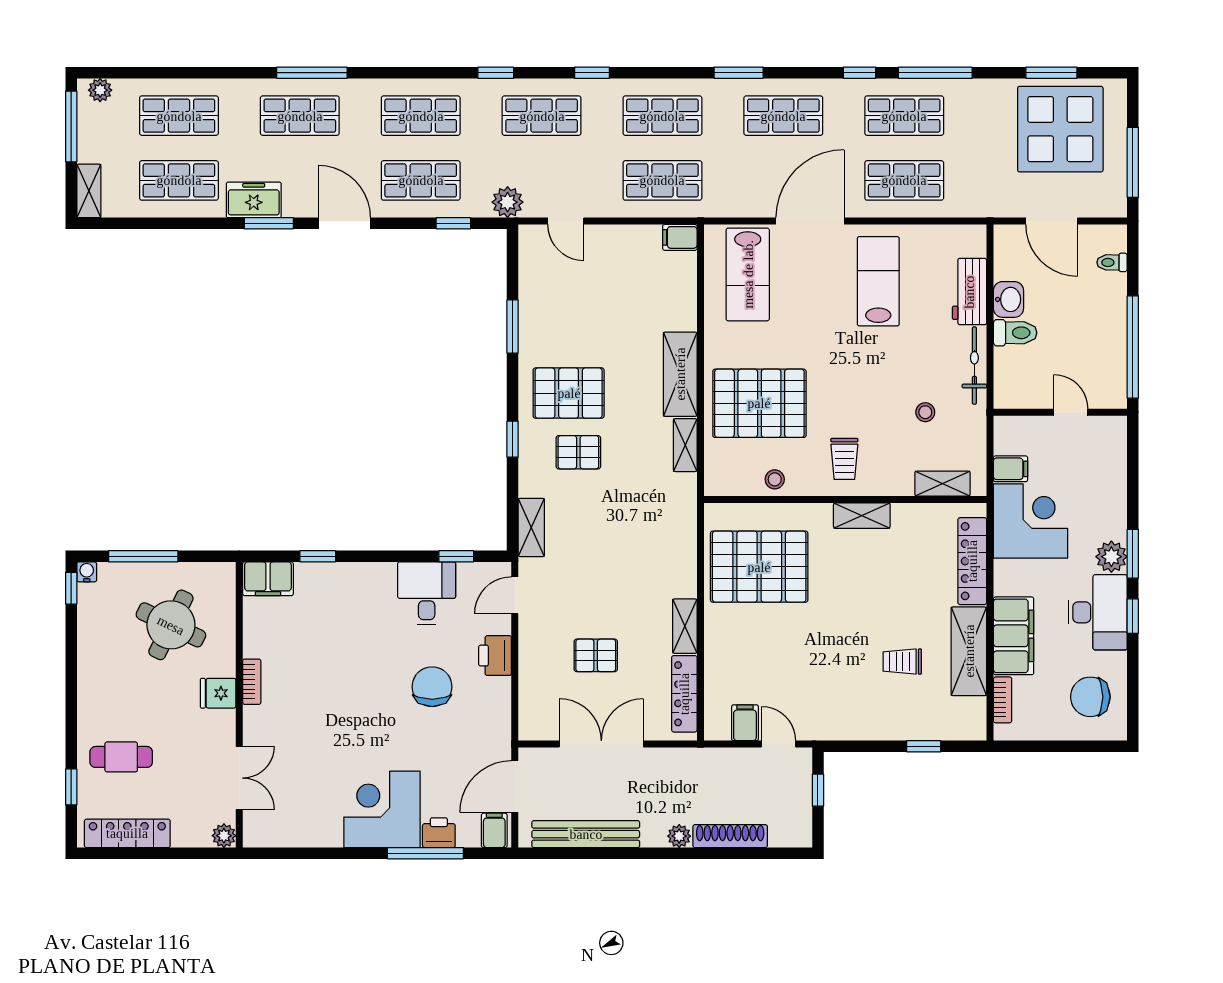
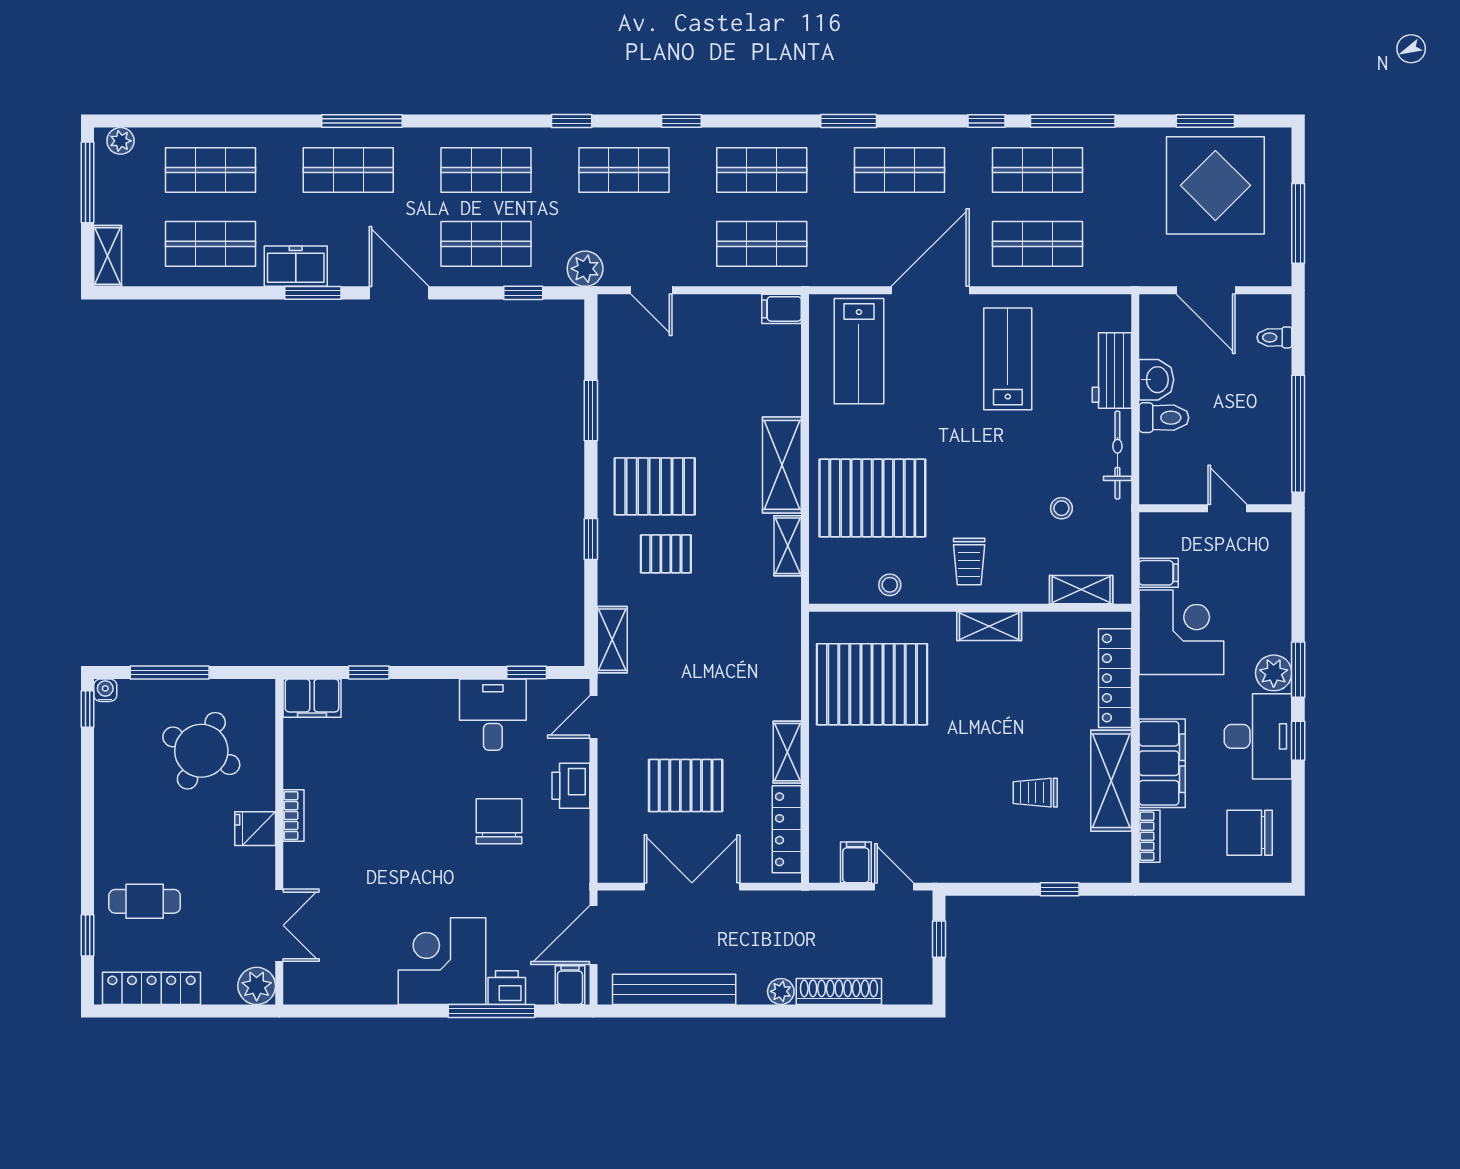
pallet: (596, 655) -> (686, 786), width x1.50, depth x1.42
plant: (224, 836) -> (257, 986), width x1.38, depth x1.38

